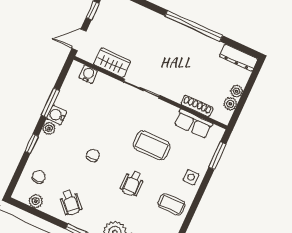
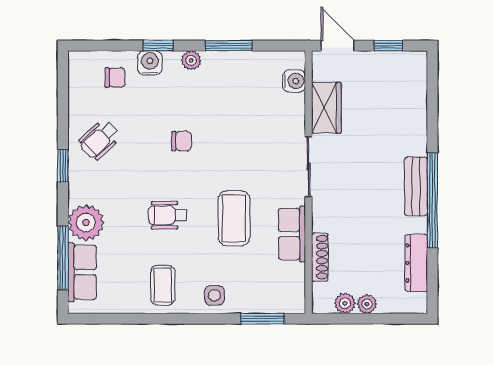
bench: (181, 32) -> (416, 186), added
dresser: (239, 58) -> (416, 263), moved
water cooler: (57, 115) -> (150, 63), moved
row of seats: (193, 124) -> (292, 234), moved
plant: (36, 201) -> (79, 89), removed

